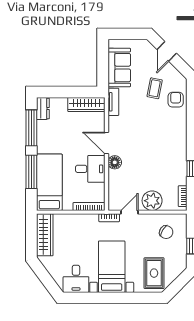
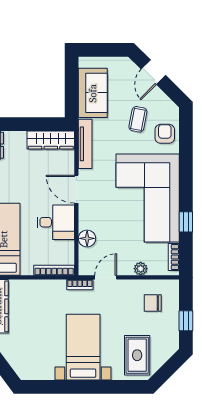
tv unit: (113, 102) -> (85, 144), width x1.41
corner sofa: (162, 150) -> (148, 198), added
floor lamp: (115, 162) -> (87, 238), moved
plant: (152, 201) -> (141, 269), width x0.53, depth x0.53
chair: (166, 232) -> (153, 303), turned 148
desk: (76, 279) -> (38, 362), removed

